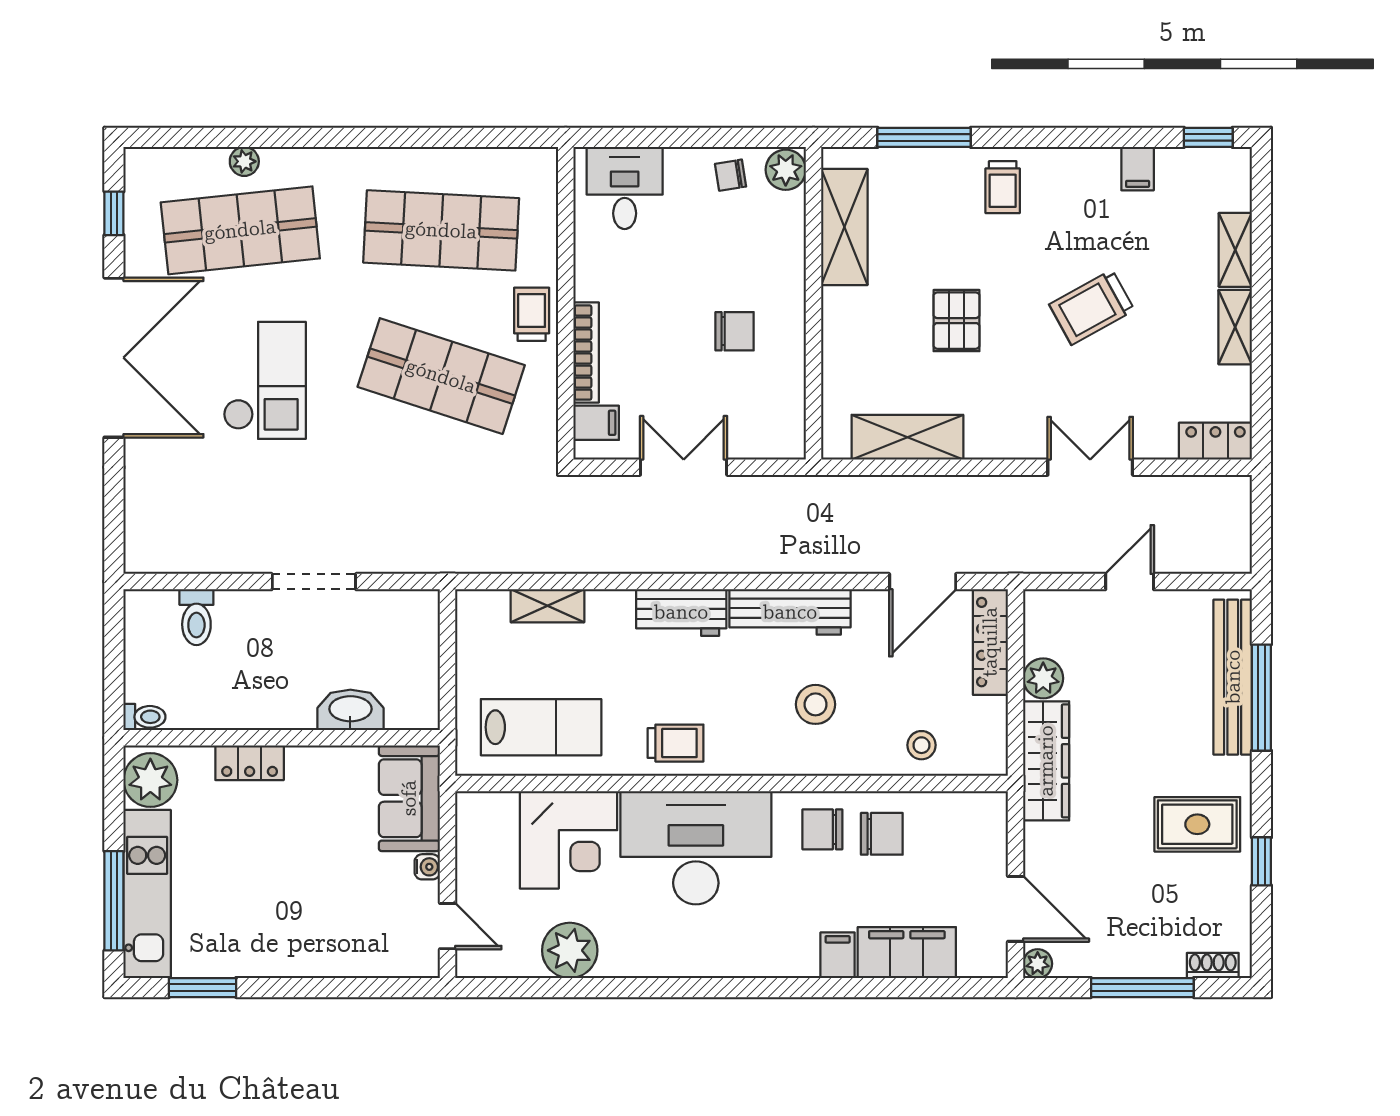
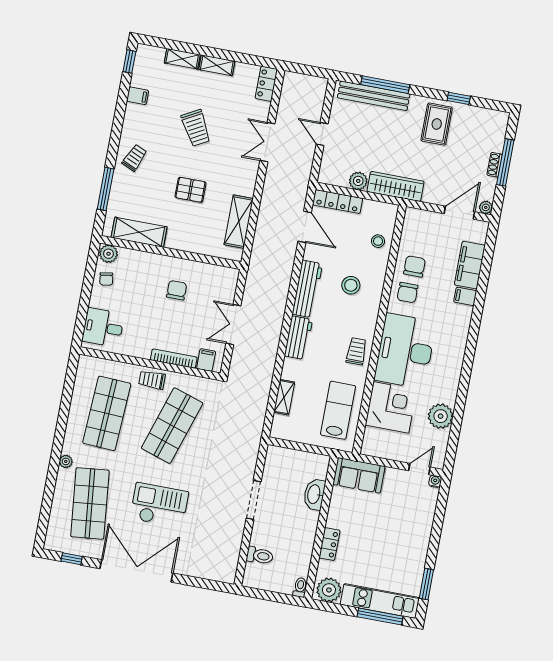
plant: (244, 161) -> (66, 461), moved
trolley: (1003, 187) -> (134, 158), turned -66
water cooler: (427, 867) -> (435, 481), moved
shoe rack: (1213, 965) -> (495, 165), moved

